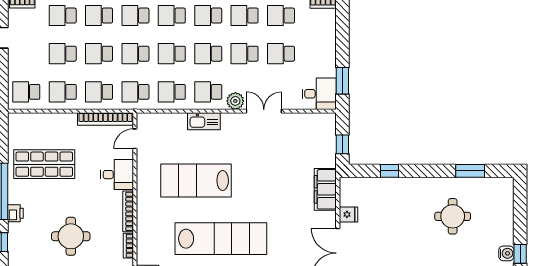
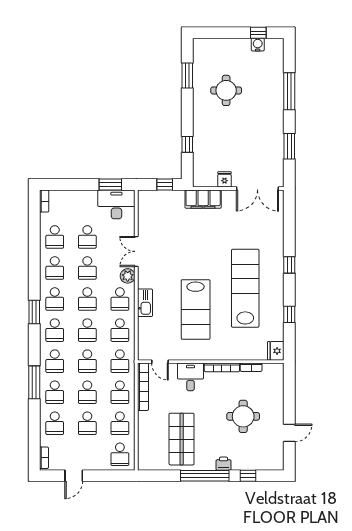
desk: (319, 94) -> (116, 204), width x1.37

